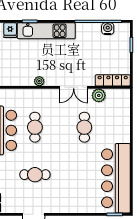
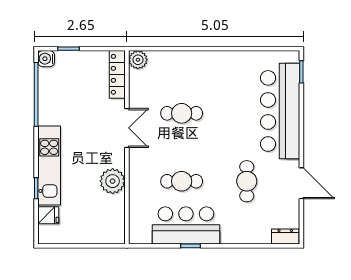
water cooler: (108, 29) -> (46, 59), moved
plant: (39, 81) -> (113, 181), width x1.87, depth x1.87
plant: (99, 95) -> (138, 60), moved
bar counter: (116, 178) -> (280, 111), moved, turned 90

